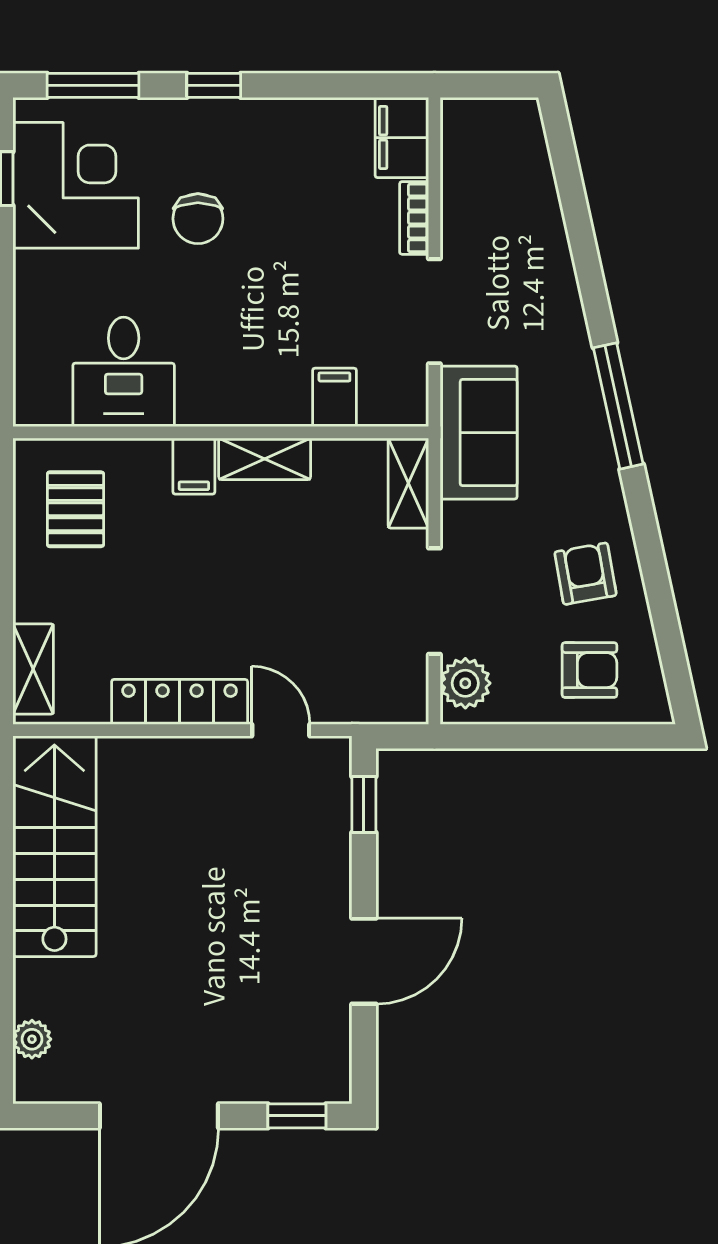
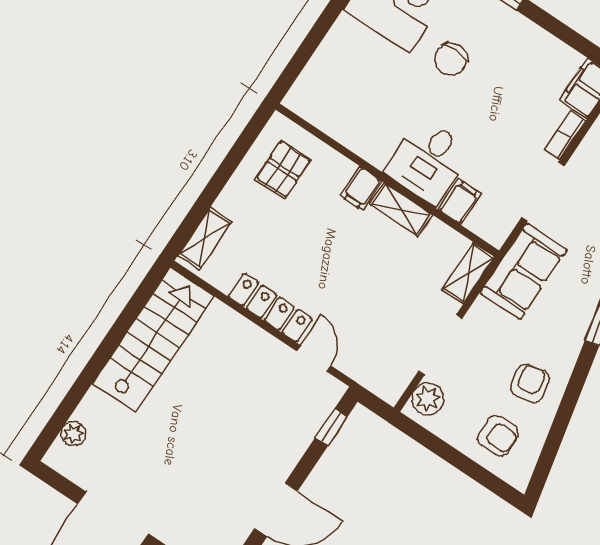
desk: (124, 372) -> (428, 161), moved

